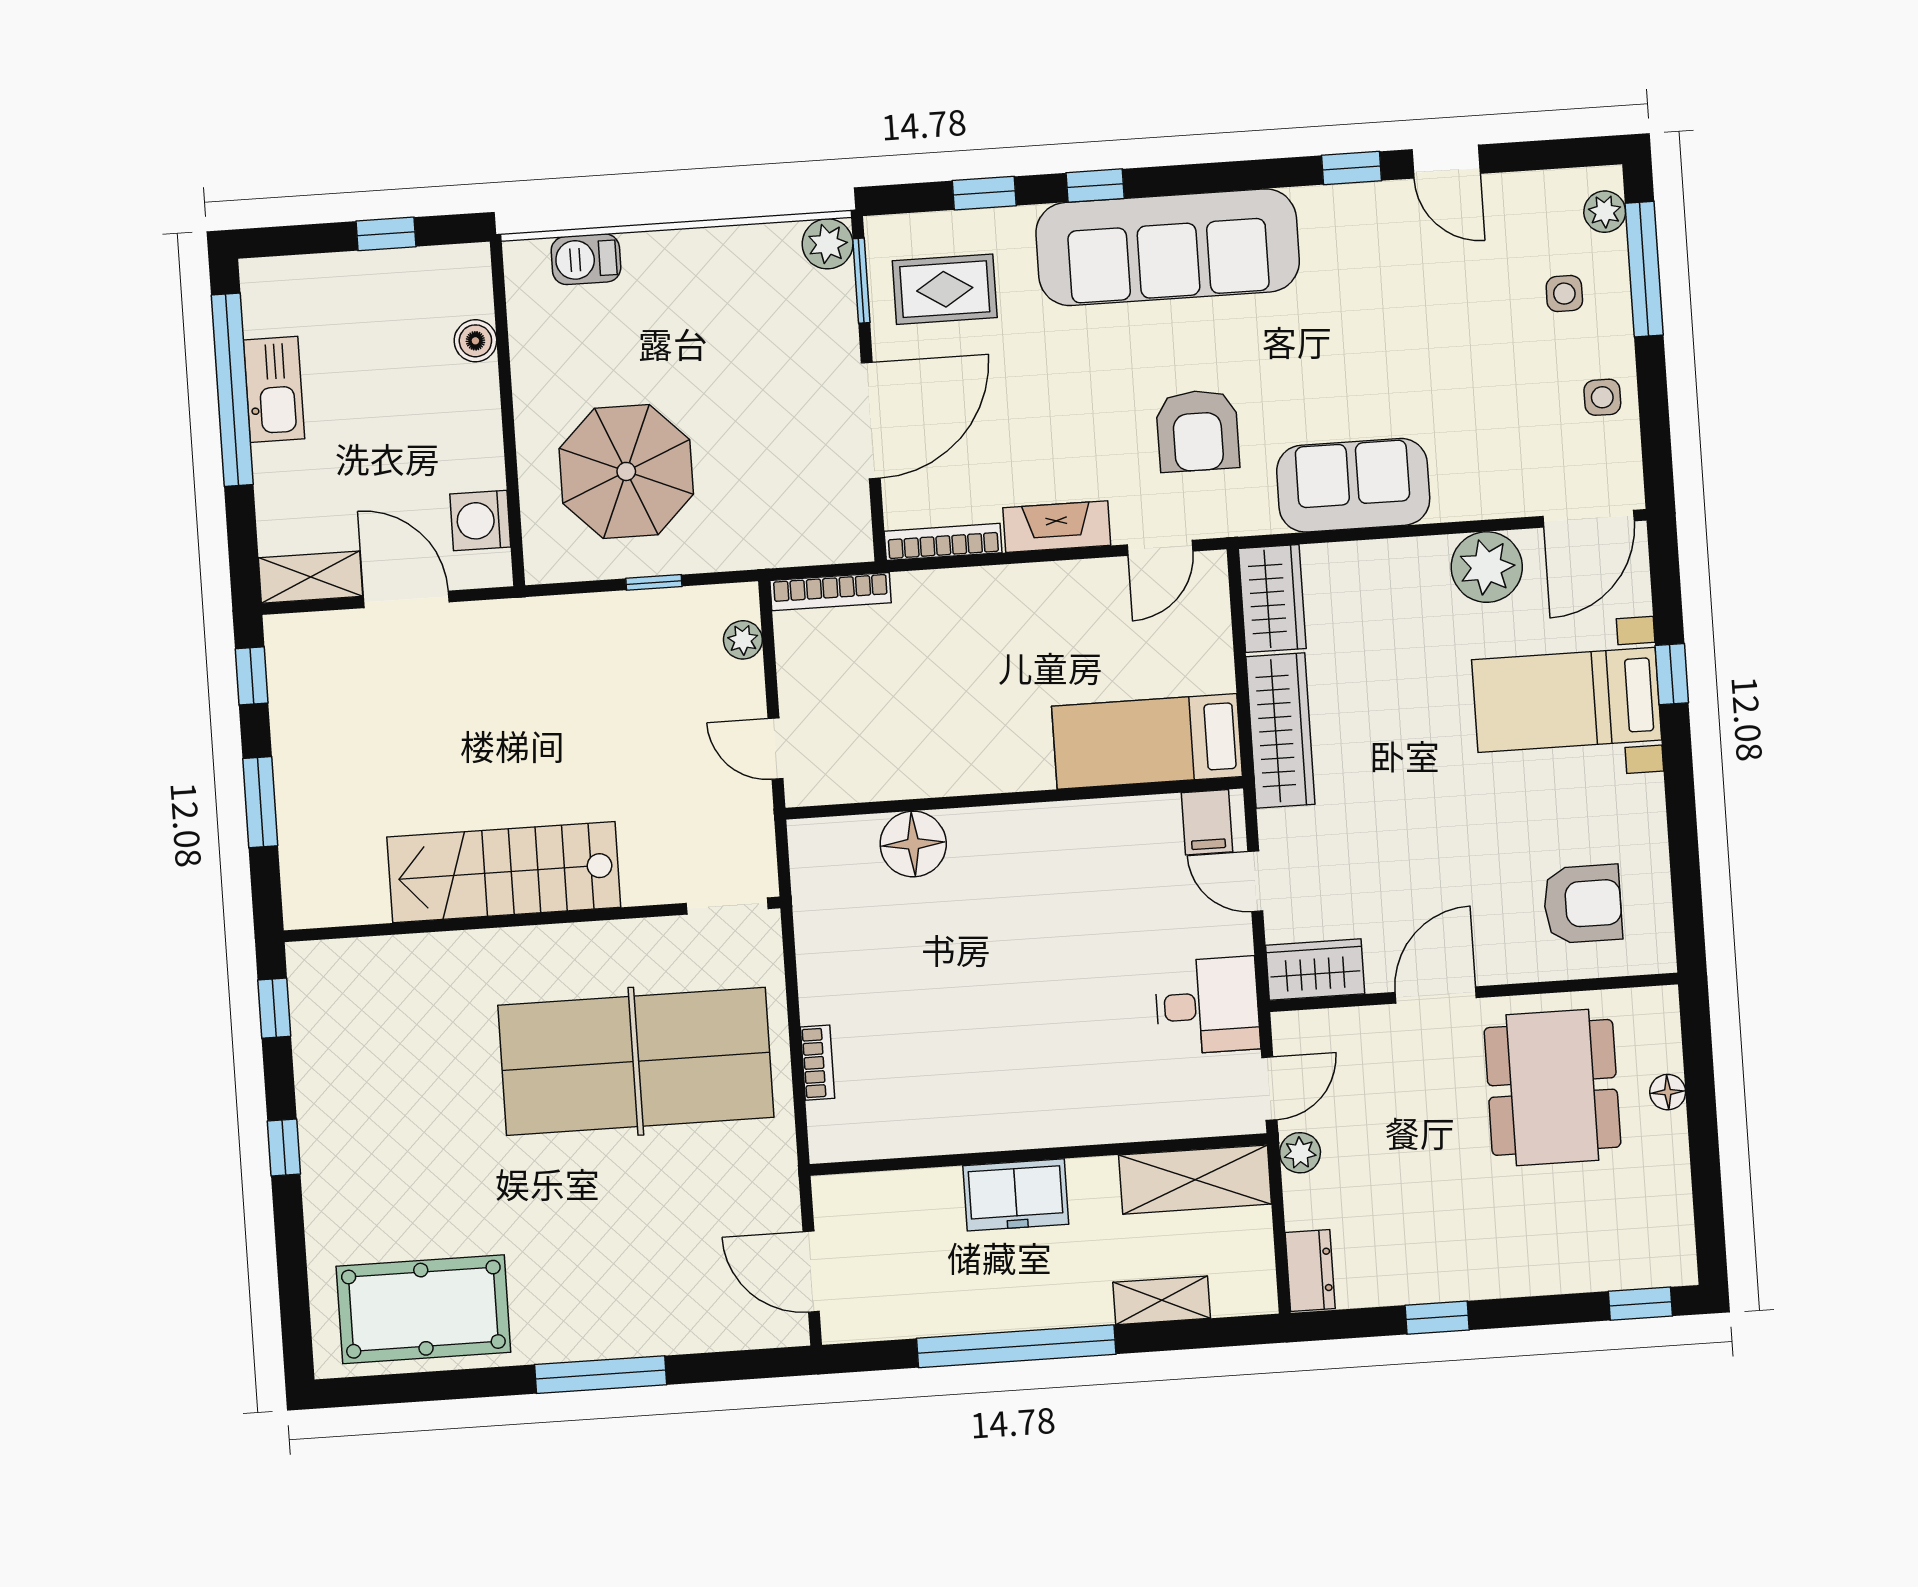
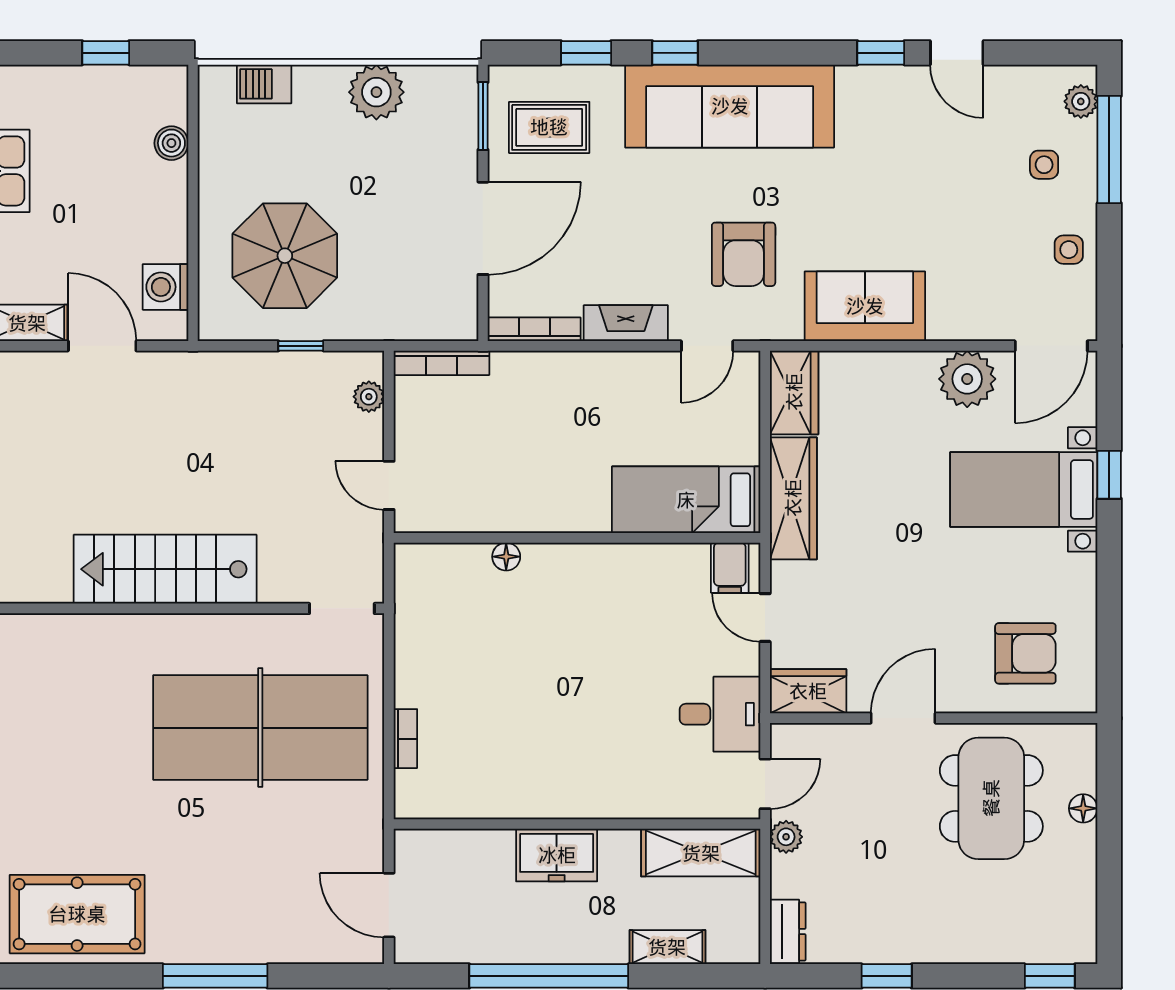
plant: (828, 244) -> (376, 92), moved, width x1.36, depth x1.36
floor lamp: (913, 844) -> (506, 557), width x0.53, depth x0.53

